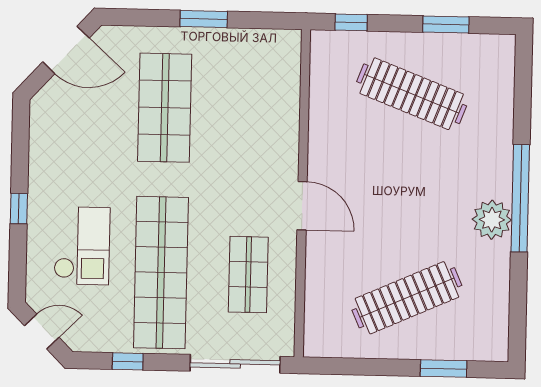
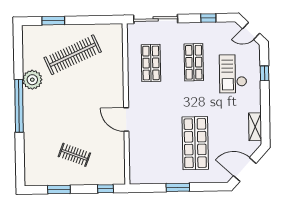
clothes rail: (412, 94) -> (74, 155), width x0.54, depth x0.76
shelving: (41, 136) -> (255, 127), added
door: (302, 206) -> (126, 120), moved
window: (19, 209) -> (264, 73), moved
plant: (492, 220) -> (32, 80), moved
shop shelf: (161, 273) -> (194, 62), width x0.50, depth x0.74

